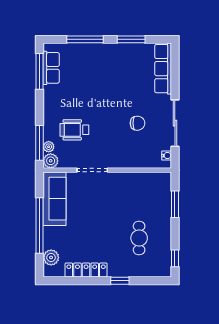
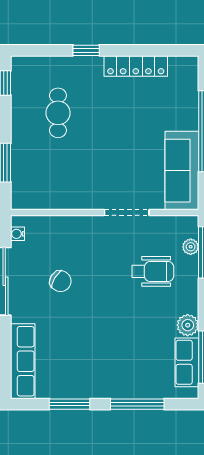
chair: (137, 123) -> (60, 281), turned -149
plant: (51, 161) -> (188, 325), moved
plant: (51, 257) -> (187, 84), removed

